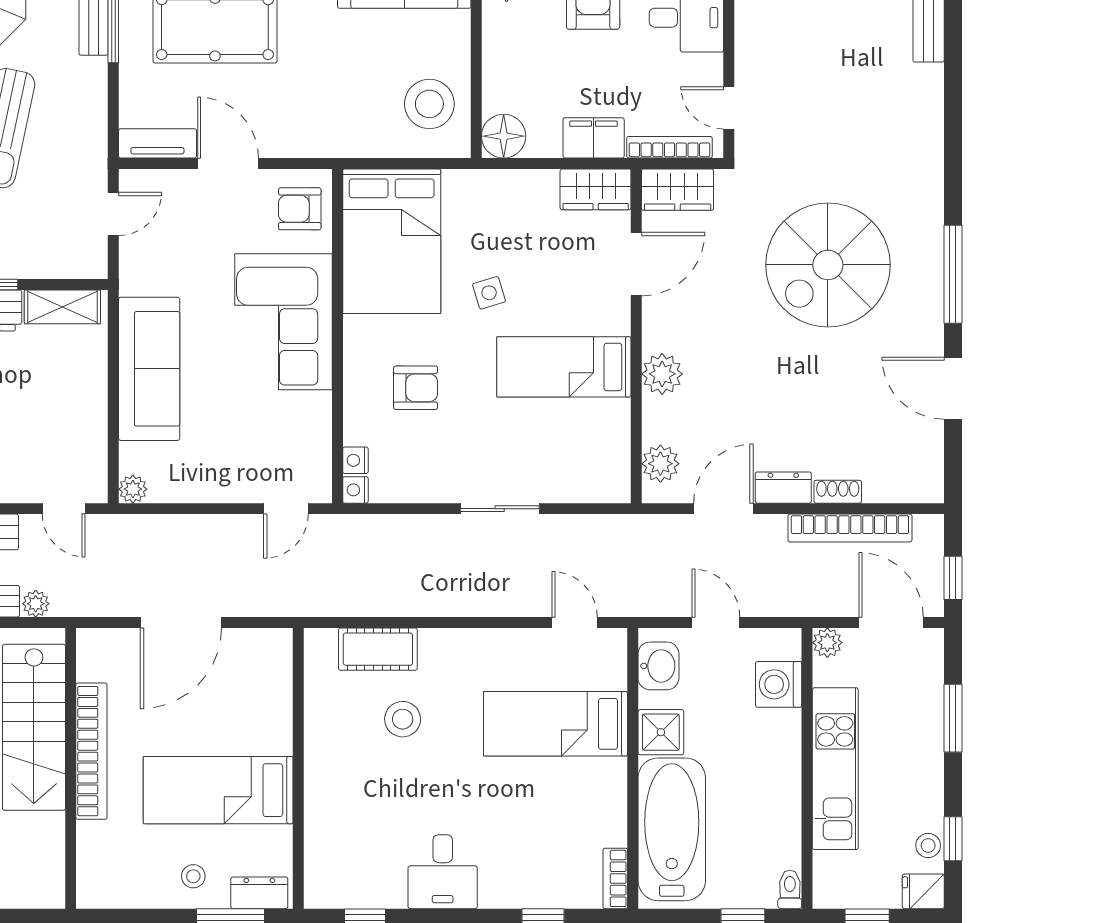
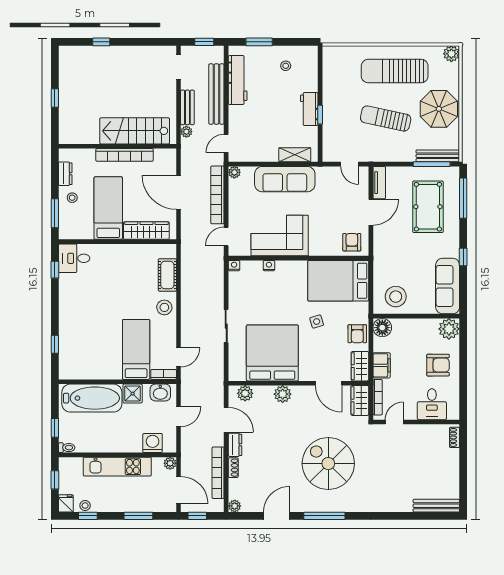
shelving: (62, 307) -> (295, 155), moved, turned 90
corner sofa: (283, 322) -> (280, 235), moved
bed: (564, 367) -> (272, 353), width x2.04
armchair: (416, 388) -> (357, 334), moved
nightstand: (355, 460) -> (269, 266), moved
plant: (929, 489) -> (235, 506), added
door: (286, 509) -> (226, 236), hinge flipped
bookcase: (187, 530) -> (217, 195), added
door: (891, 622) -> (179, 490), hinge flipped
wardrobe: (272, 699) -> (146, 231), added
stool: (403, 719) -> (164, 307), moved
desk: (443, 872) -> (74, 258), moved
bookcase: (615, 878) -> (164, 374), moved
dresser: (259, 893) -> (65, 174), moved

